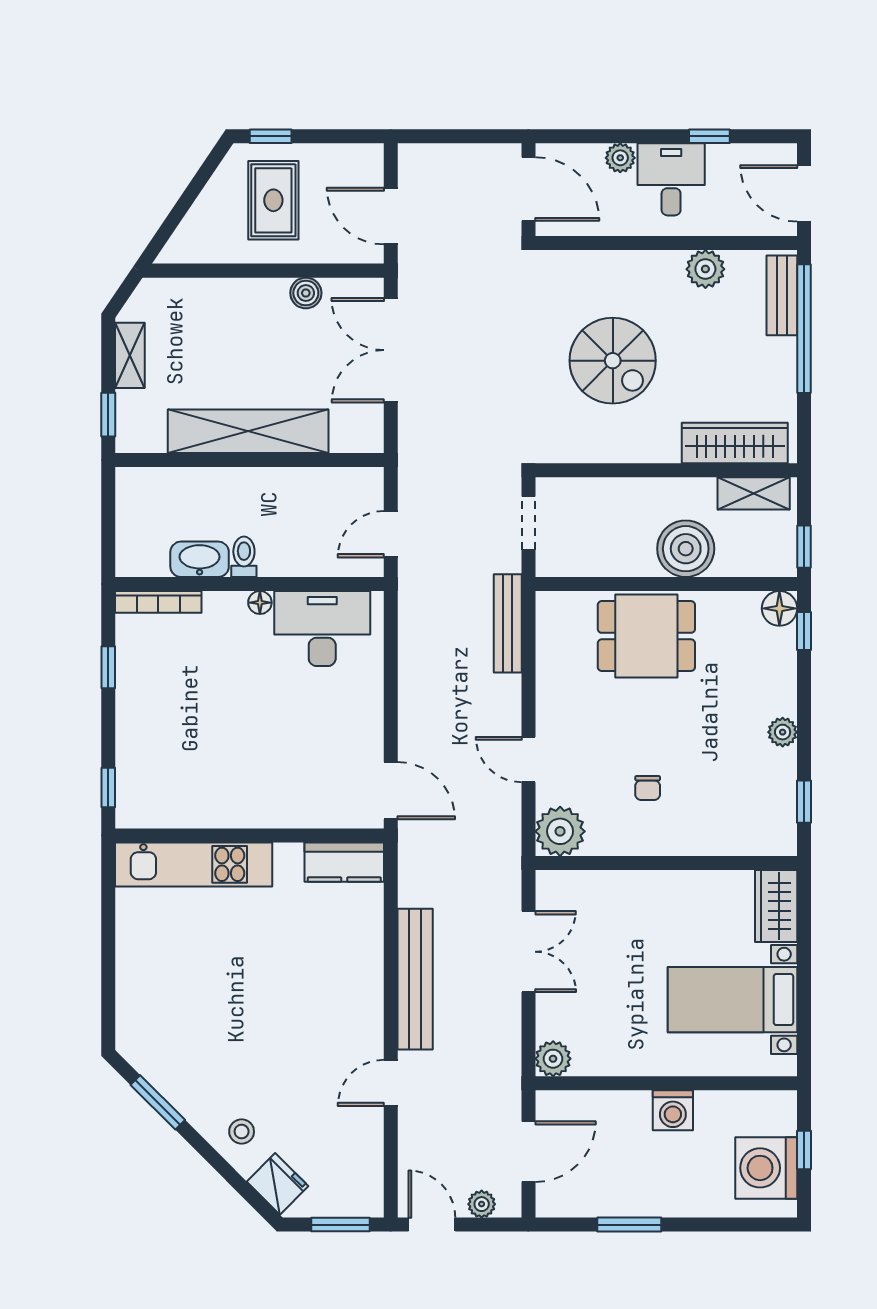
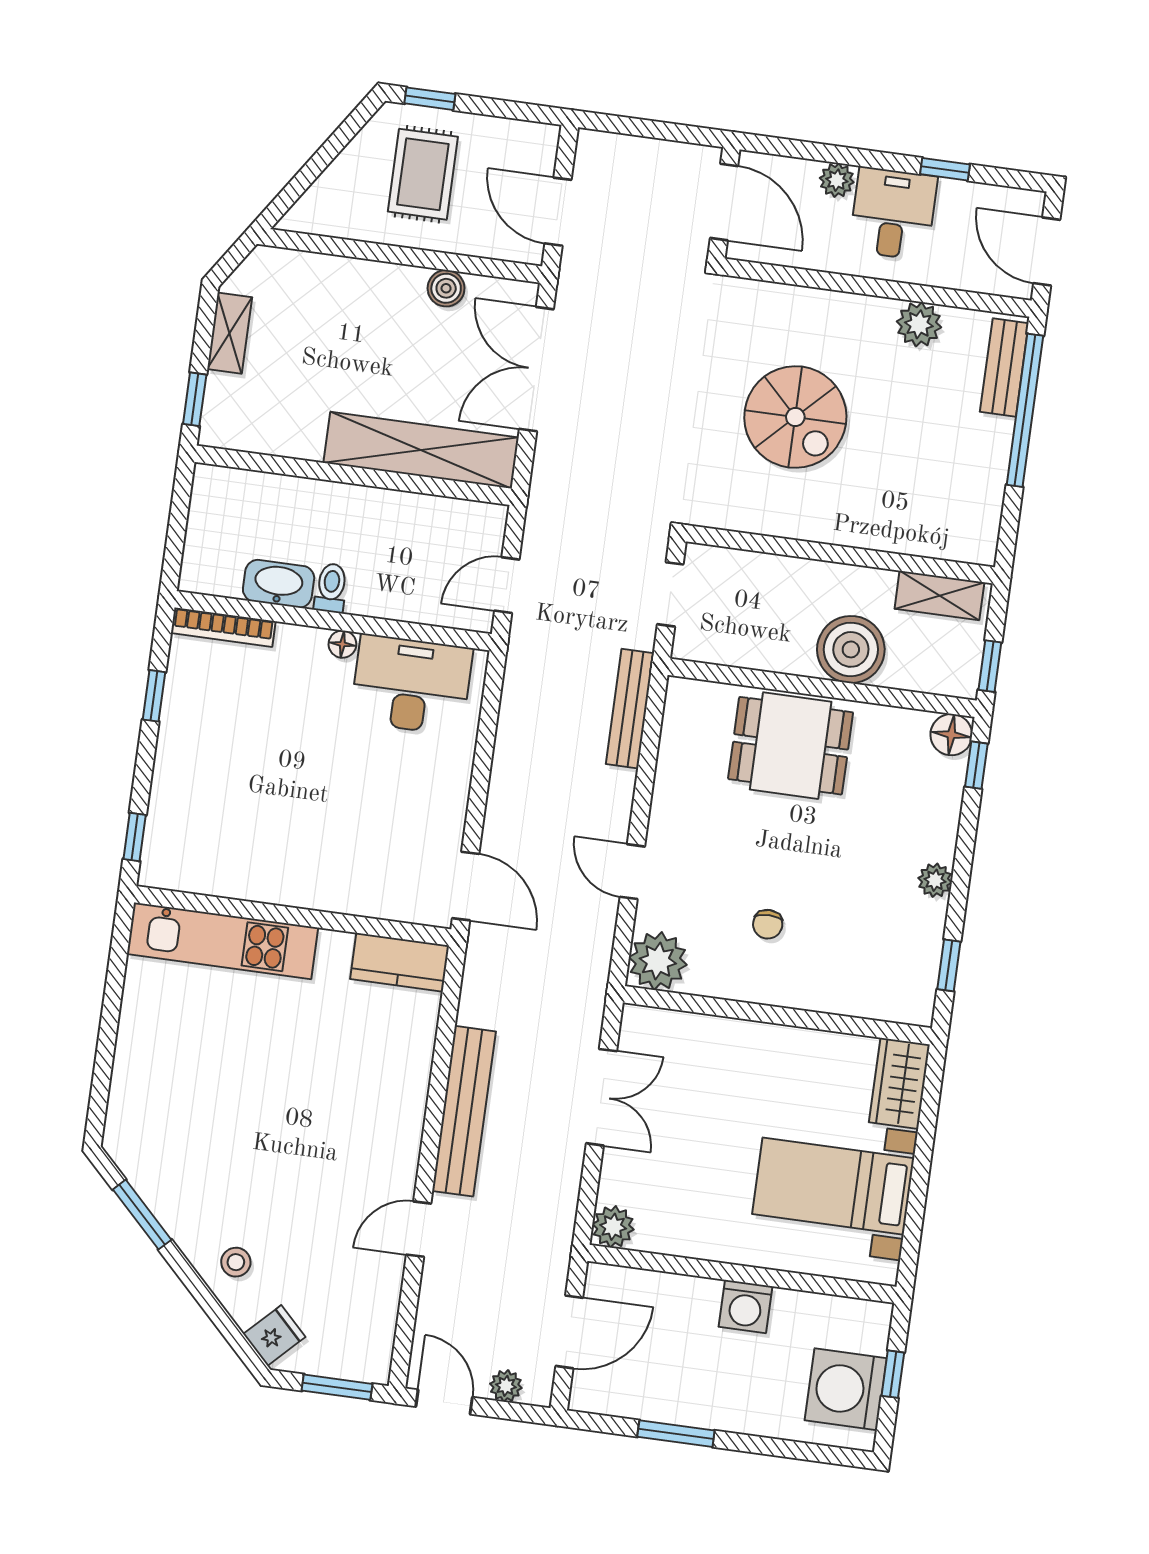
shelving: (248, 431) -> (421, 450), moved
wardrobe: (735, 443) -> (925, 533), removed
fridge: (278, 1184) -> (274, 1335), width x0.72

